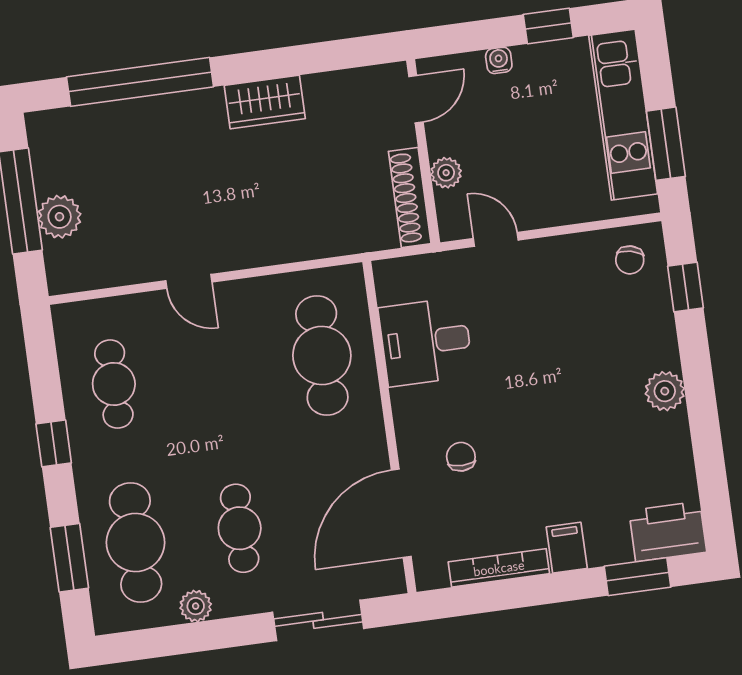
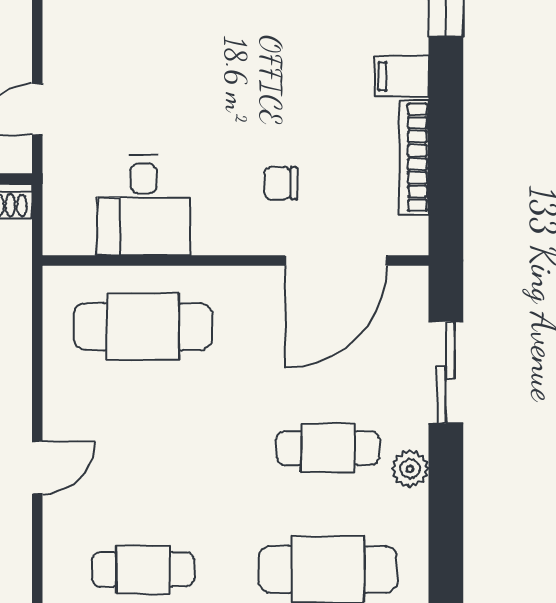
door: (401, 513) -> (336, 261), hinge flipped
plant: (196, 606) -> (410, 469), moved

